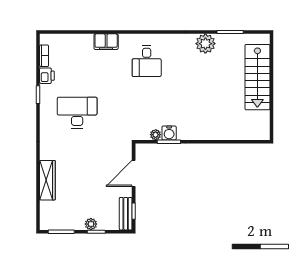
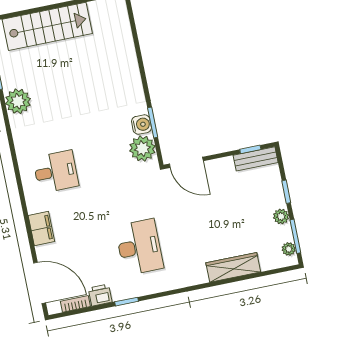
door: (65, 32) -> (40, 283), added
desk: (77, 113) -> (139, 247), turned 180
plant: (156, 135) -> (142, 149), width x1.88, depth x1.88
door: (134, 173) -> (186, 162), moved
plant: (91, 224) -> (281, 216), moved
plant: (53, 225) -> (289, 249), added

